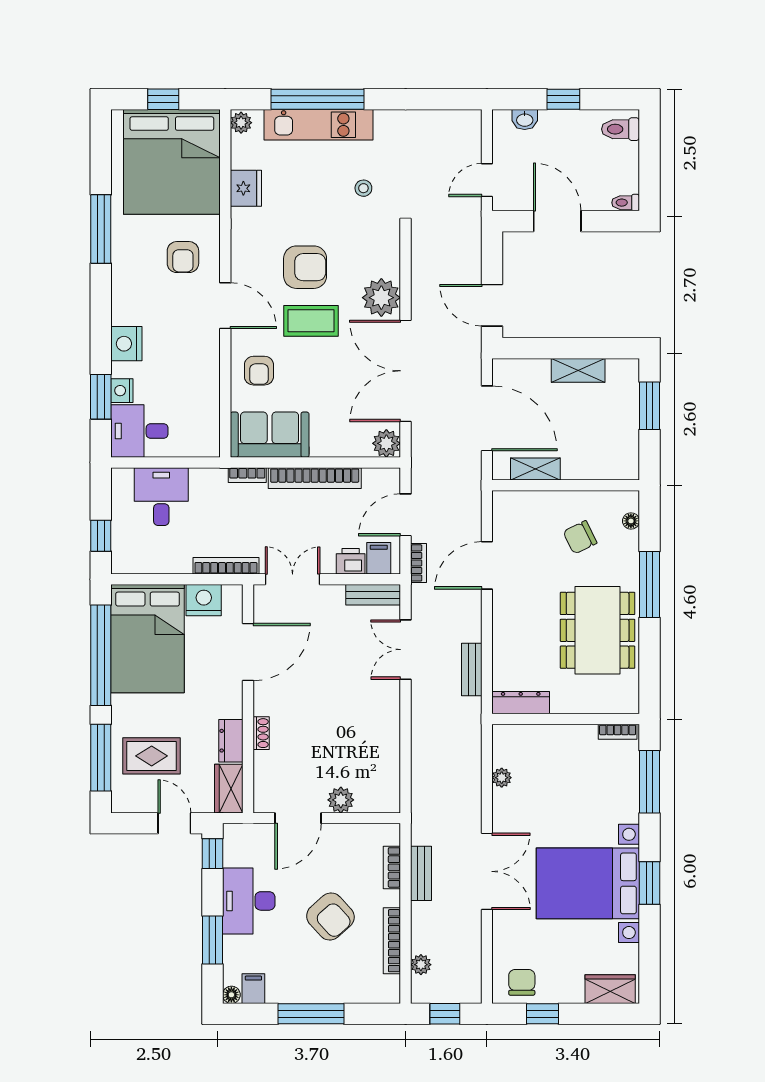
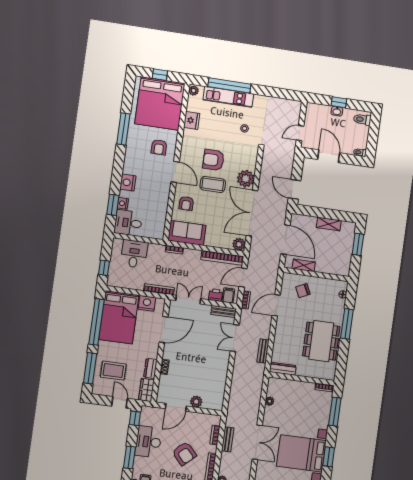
washbasin: (525, 120) -> (337, 111), moved
armchair: (305, 267) -> (213, 160), turned 180
bookcase: (315, 478) -> (222, 258), moved
chair: (580, 537) -> (303, 291), moved

